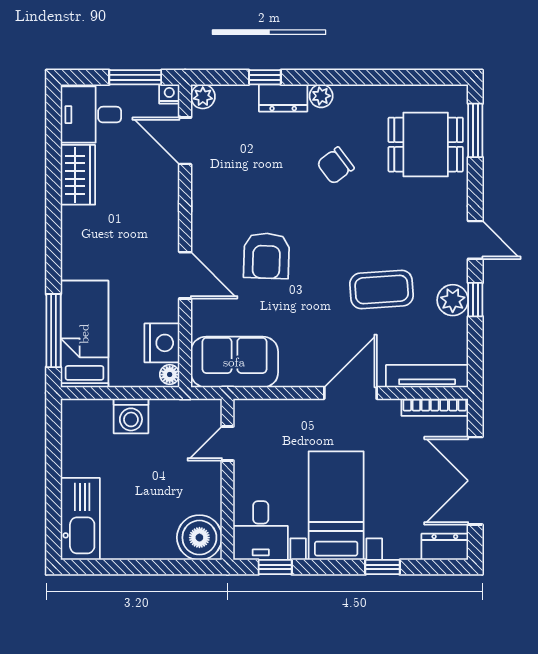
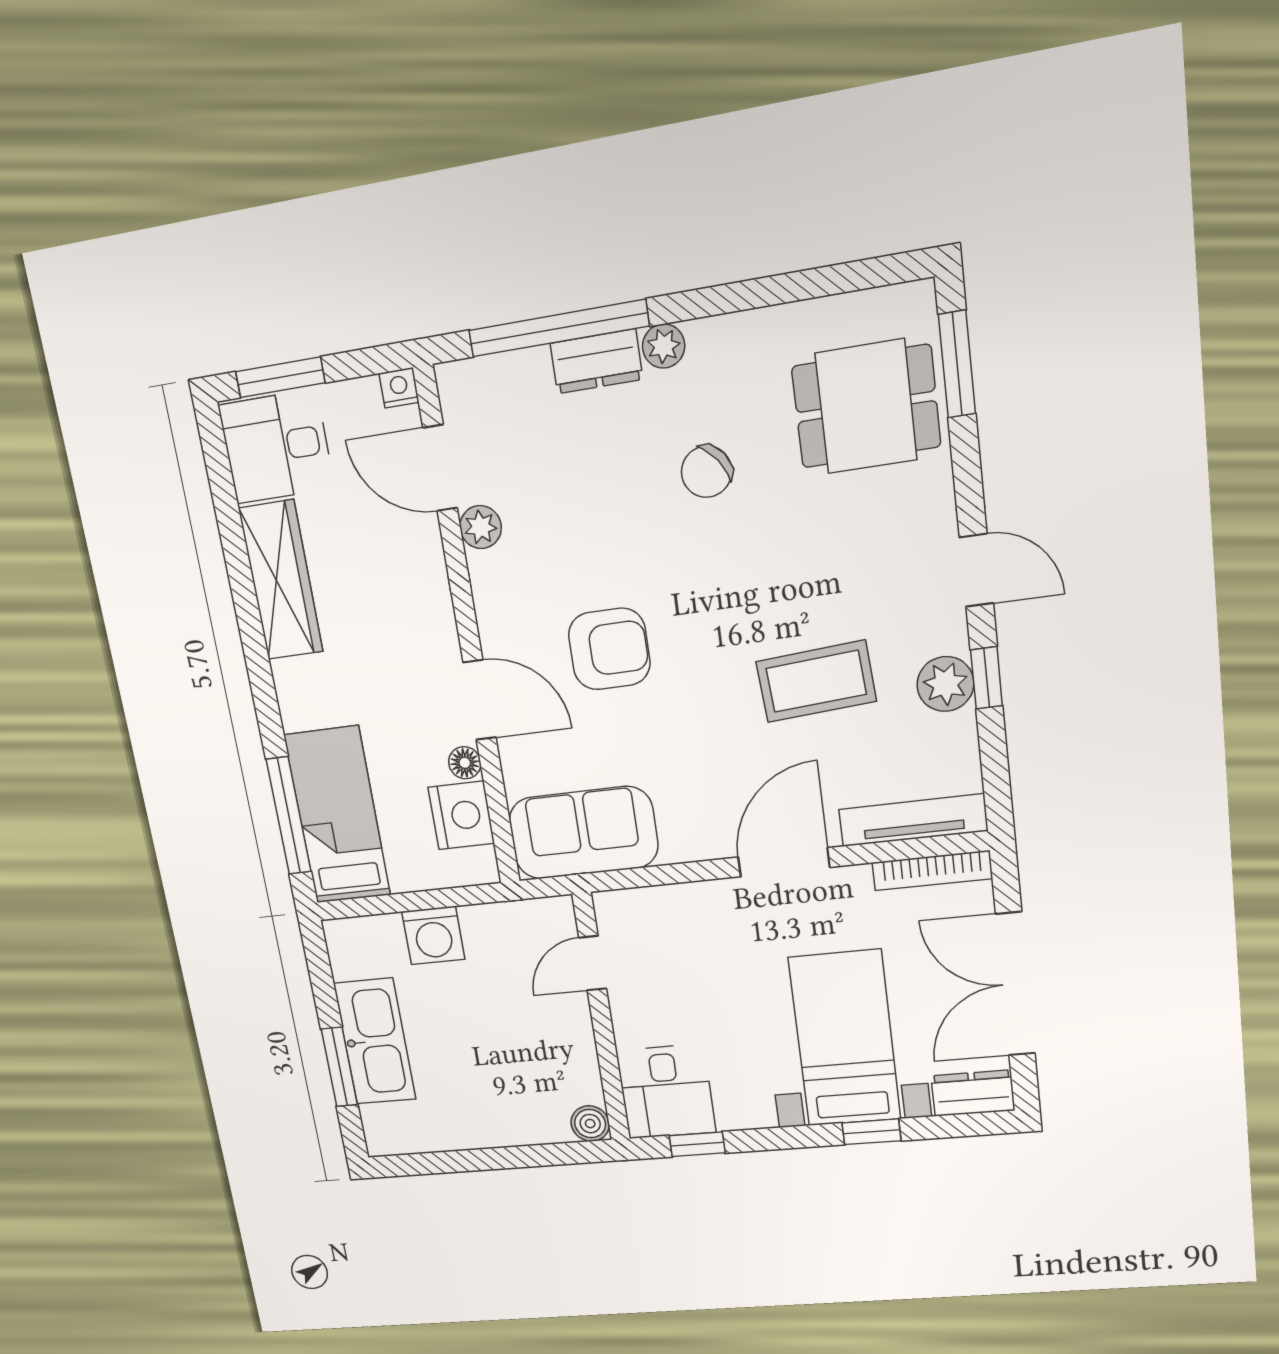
window: (135, 77) -> (280, 377), moved
window: (265, 77) -> (558, 328), width x3.17
plant: (203, 96) -> (481, 527), moved
wardrobe: (78, 175) -> (281, 580), width x1.50
armchair: (266, 256) -> (609, 649), turned -92
floor lamp: (170, 375) -> (465, 763), moved
window: (53, 496) -> (339, 1067), added
bed with nightstands: (336, 506) -> (845, 1039), moved
kitchen sink: (80, 519) -> (375, 1041), moved
boiler: (199, 538) -> (590, 1124), width x0.54, depth x0.54

